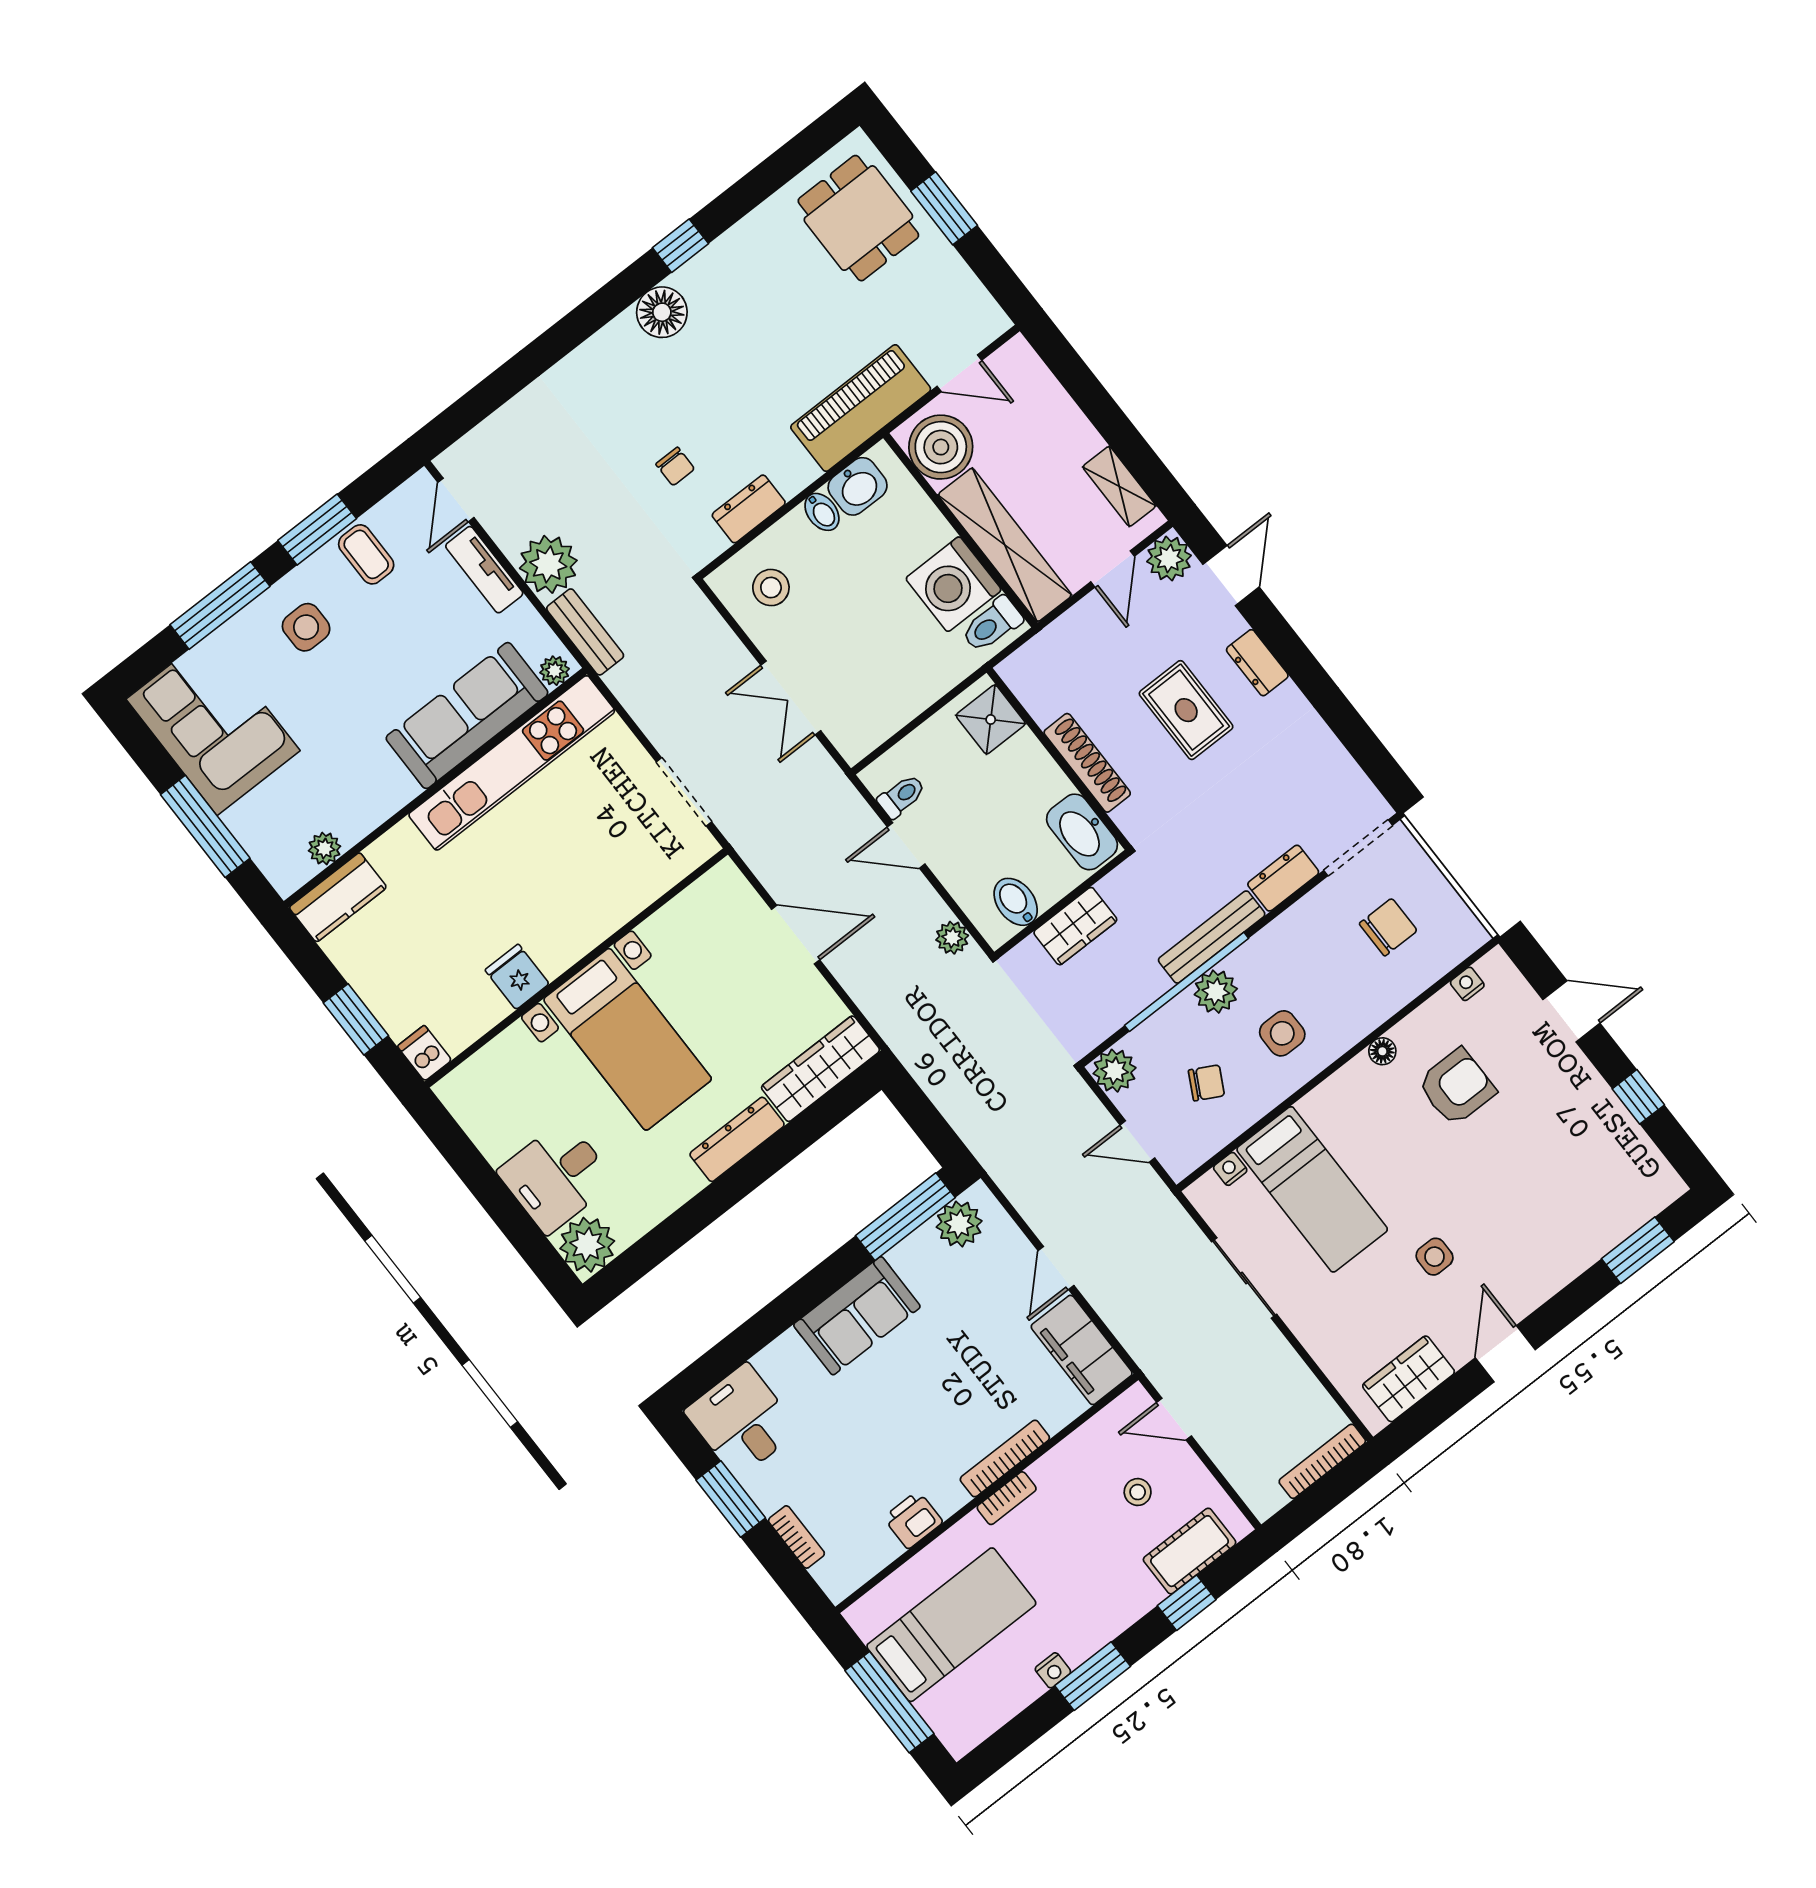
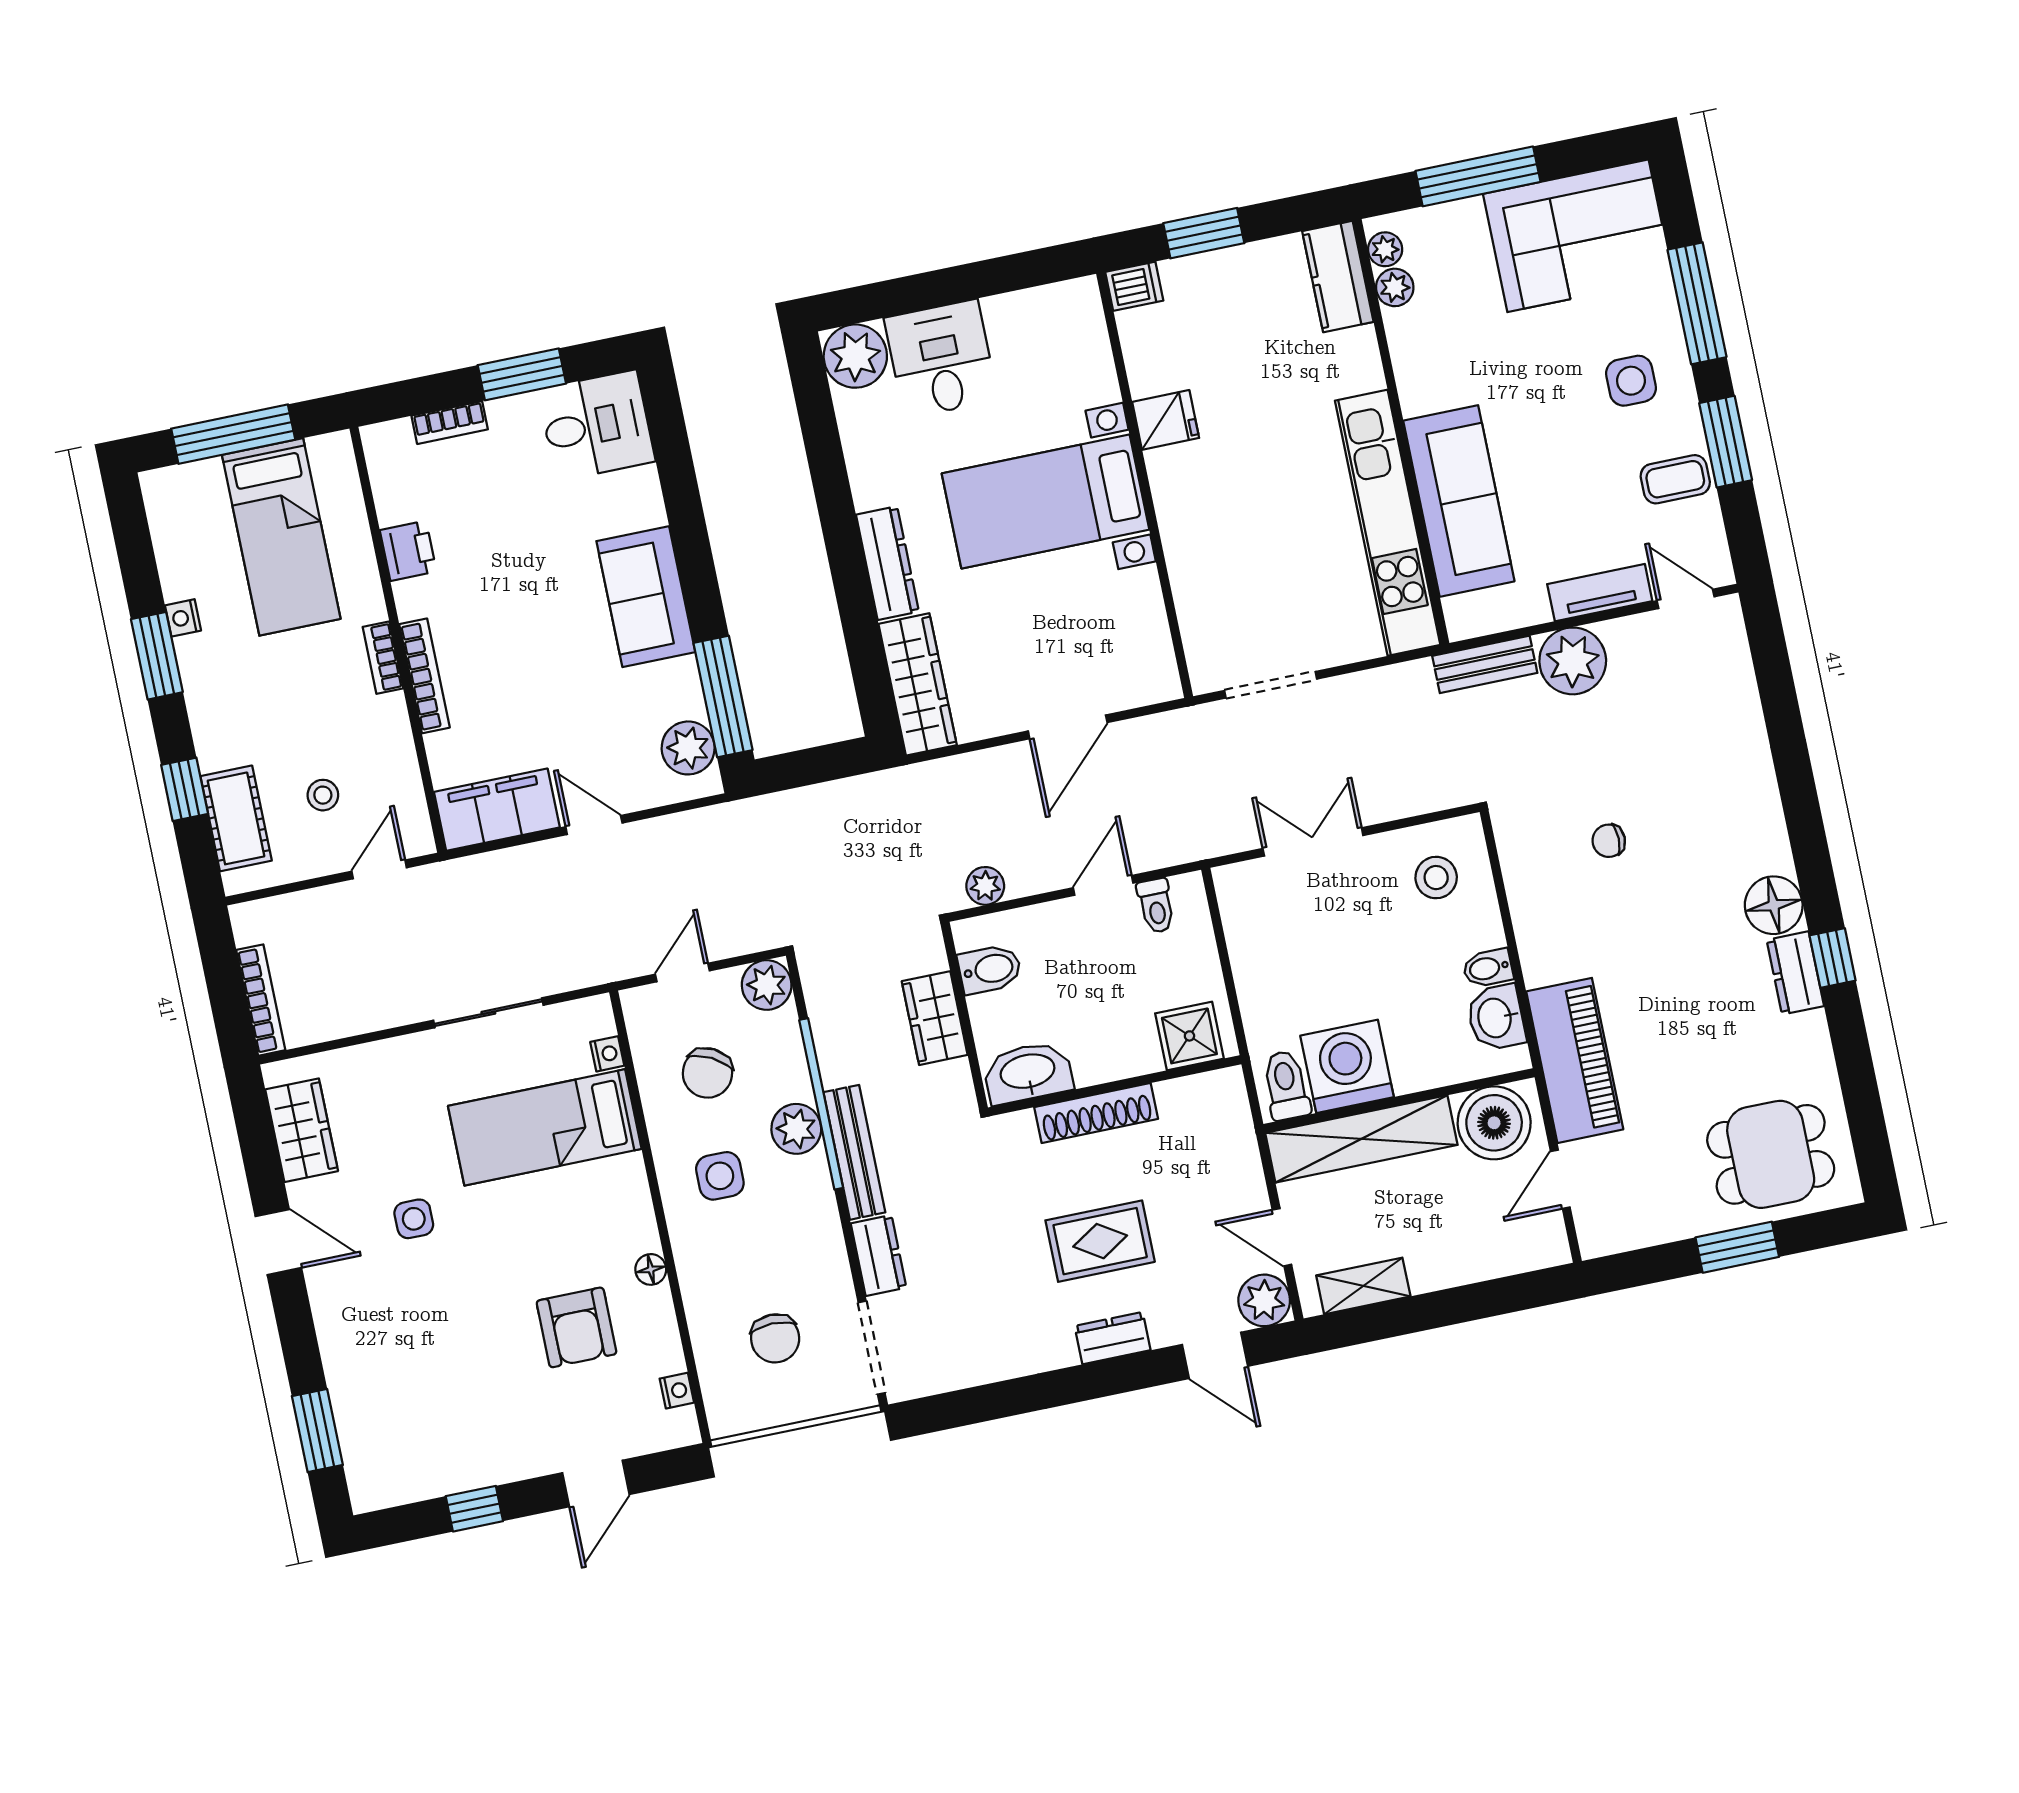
dresser: (749, 509) -> (1795, 973), moved, turned 180
plant: (555, 671) -> (1385, 249), moved
chair: (1206, 1083) -> (707, 1073), width x1.37, depth x1.37

